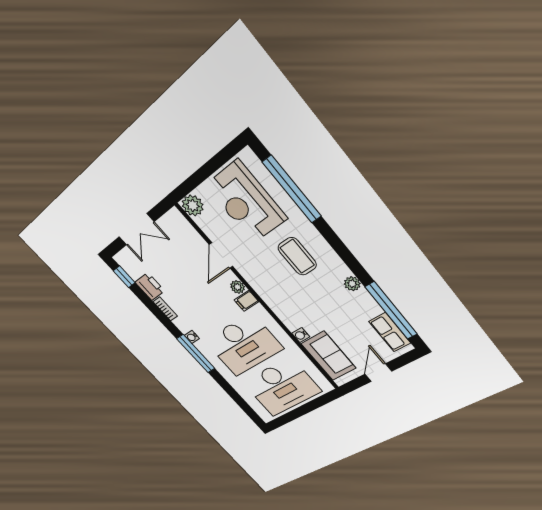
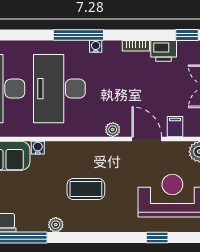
window: (292, 189) -> (157, 238), width x0.32
coffee table: (297, 256) -> (86, 189), moved
filing cabinet: (246, 301) -> (175, 127), moved

